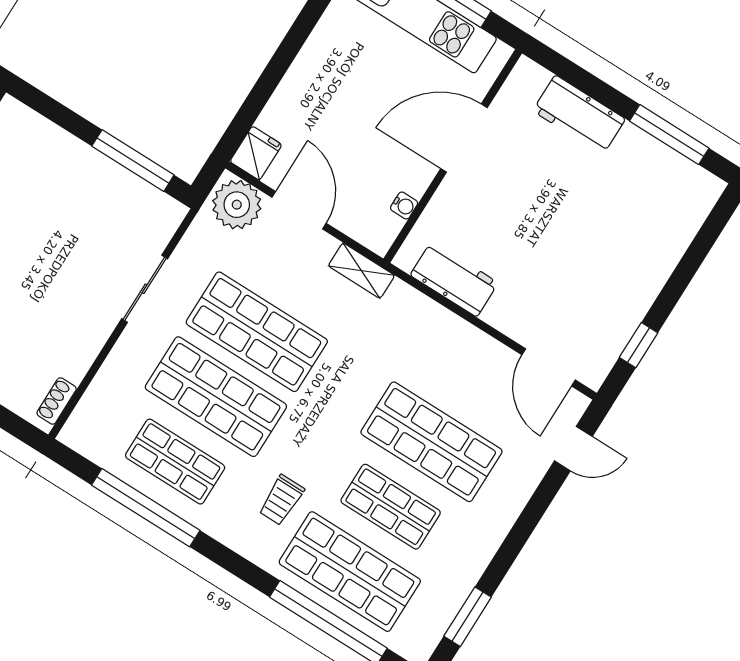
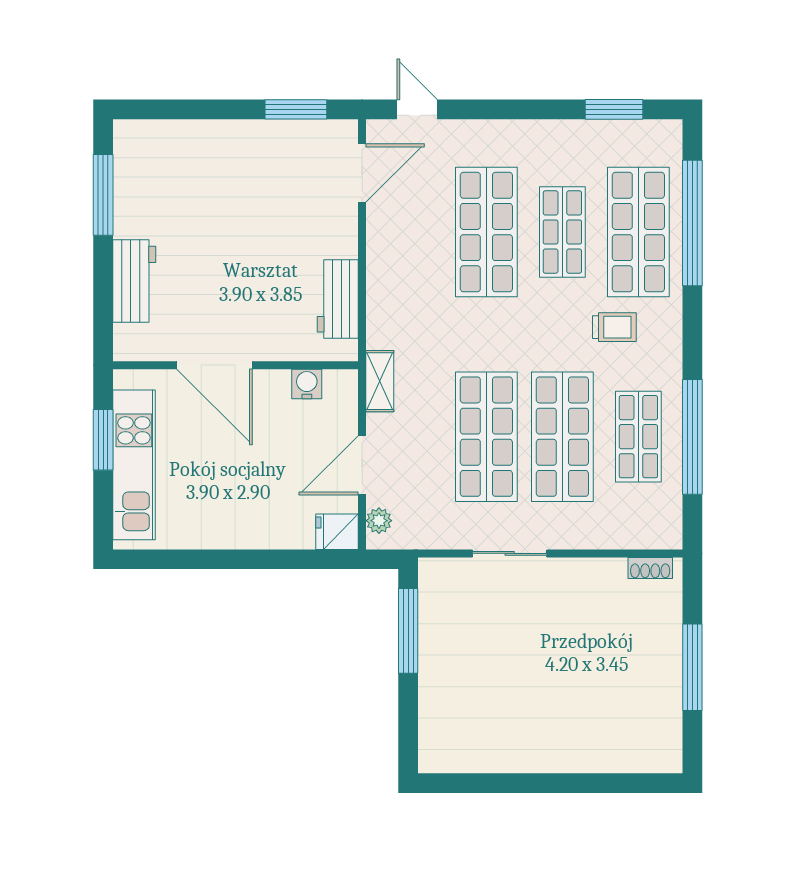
plant: (237, 205) -> (379, 521), width x0.53, depth x0.53
water cooler: (404, 206) -> (307, 384), width x1.38, depth x1.38
window: (639, 345) -> (296, 109), width x1.50

